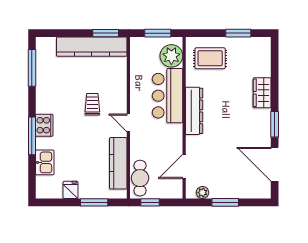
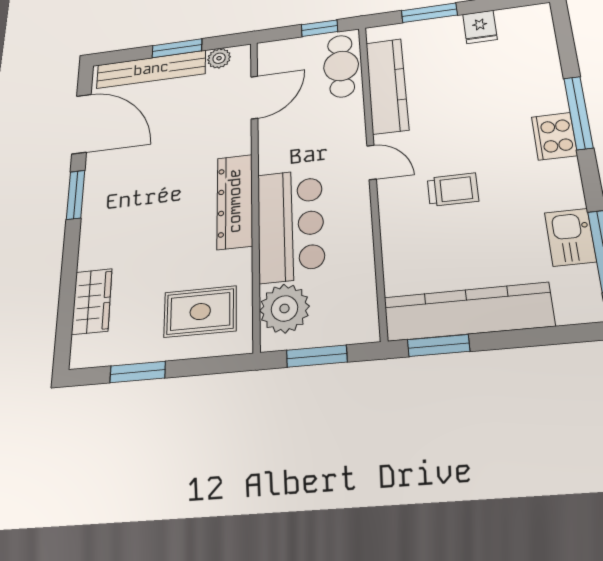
wardrobe: (262, 93) -> (92, 301), moved
trolley: (92, 104) -> (453, 190), turned -90
kitchen sink: (45, 162) -> (570, 237), moved
bench: (239, 191) -> (151, 69), added

